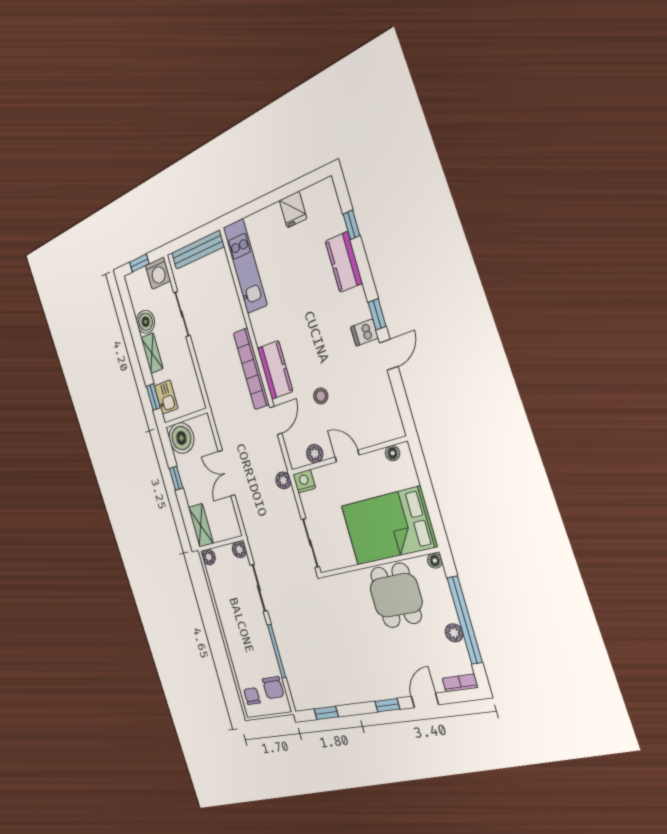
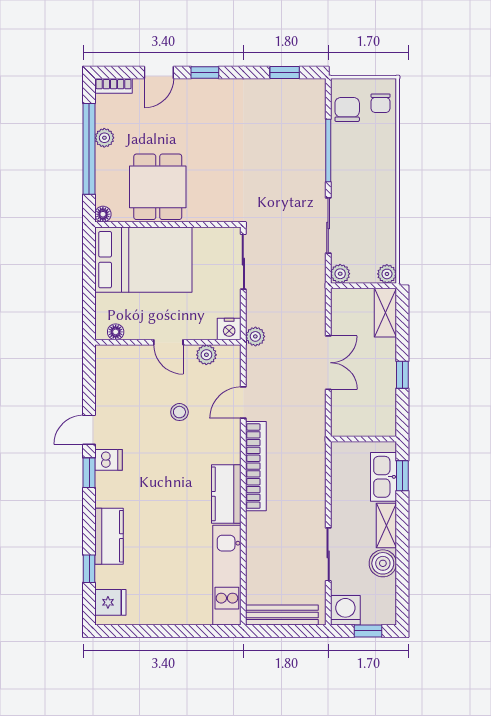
fridge: (293, 209) -> (110, 602), moved, turned 90
kitchen counter: (275, 370) -> (226, 494), moved
kitchen sink: (166, 397) -> (384, 477), width x1.38
boiler: (181, 438) -> (378, 418), removed

